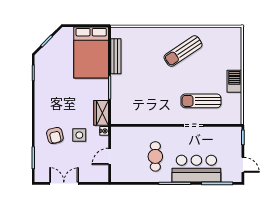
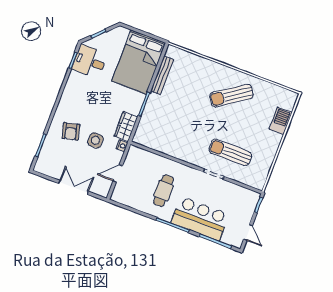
desk: (48, 68) -> (90, 62), added
barbecue: (234, 81) -> (281, 121), moved
double door: (64, 183) -> (74, 187), moved

